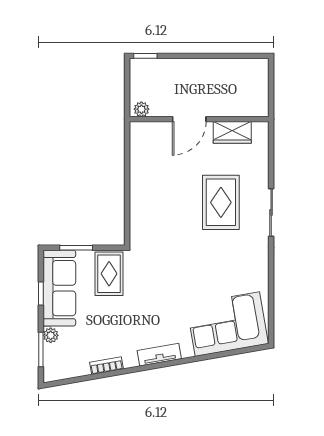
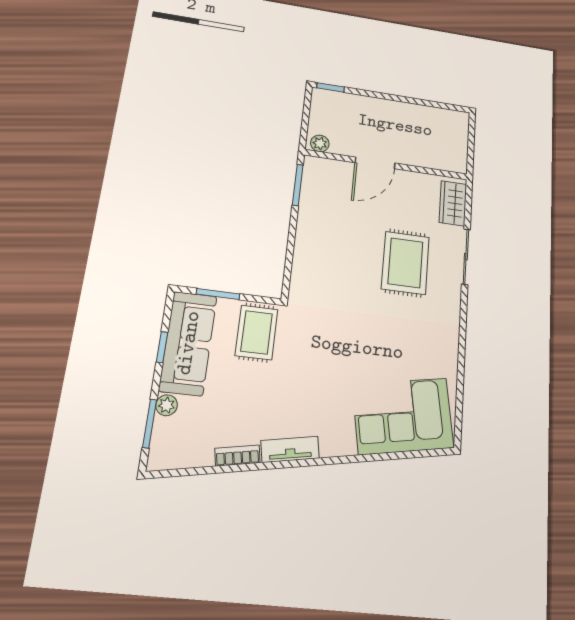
wardrobe: (232, 132) -> (453, 203), moved, turned 90
window: (127, 149) -> (298, 185), added
sliding door: (271, 212) -> (466, 257), moved
tv unit: (159, 355) -> (290, 449), moved

